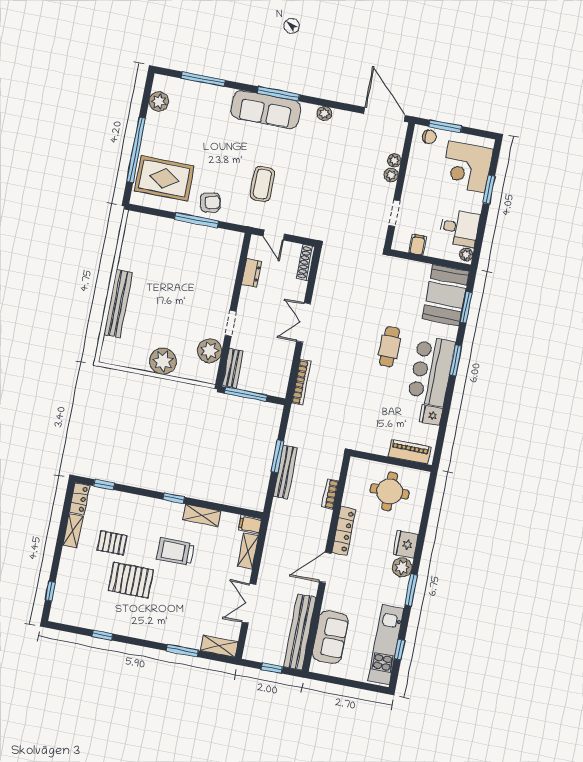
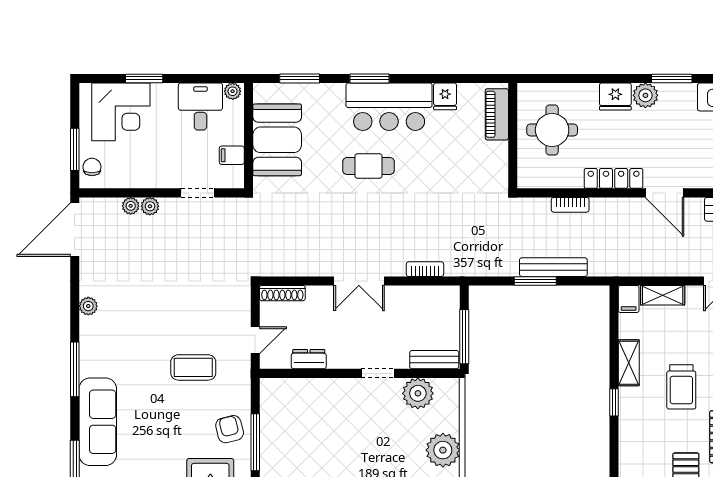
sofa: (266, 110) -> (98, 422), moved
booth: (446, 295) -> (277, 140), moved, turned 90
bookcase: (301, 382) -> (425, 269), width x0.64

